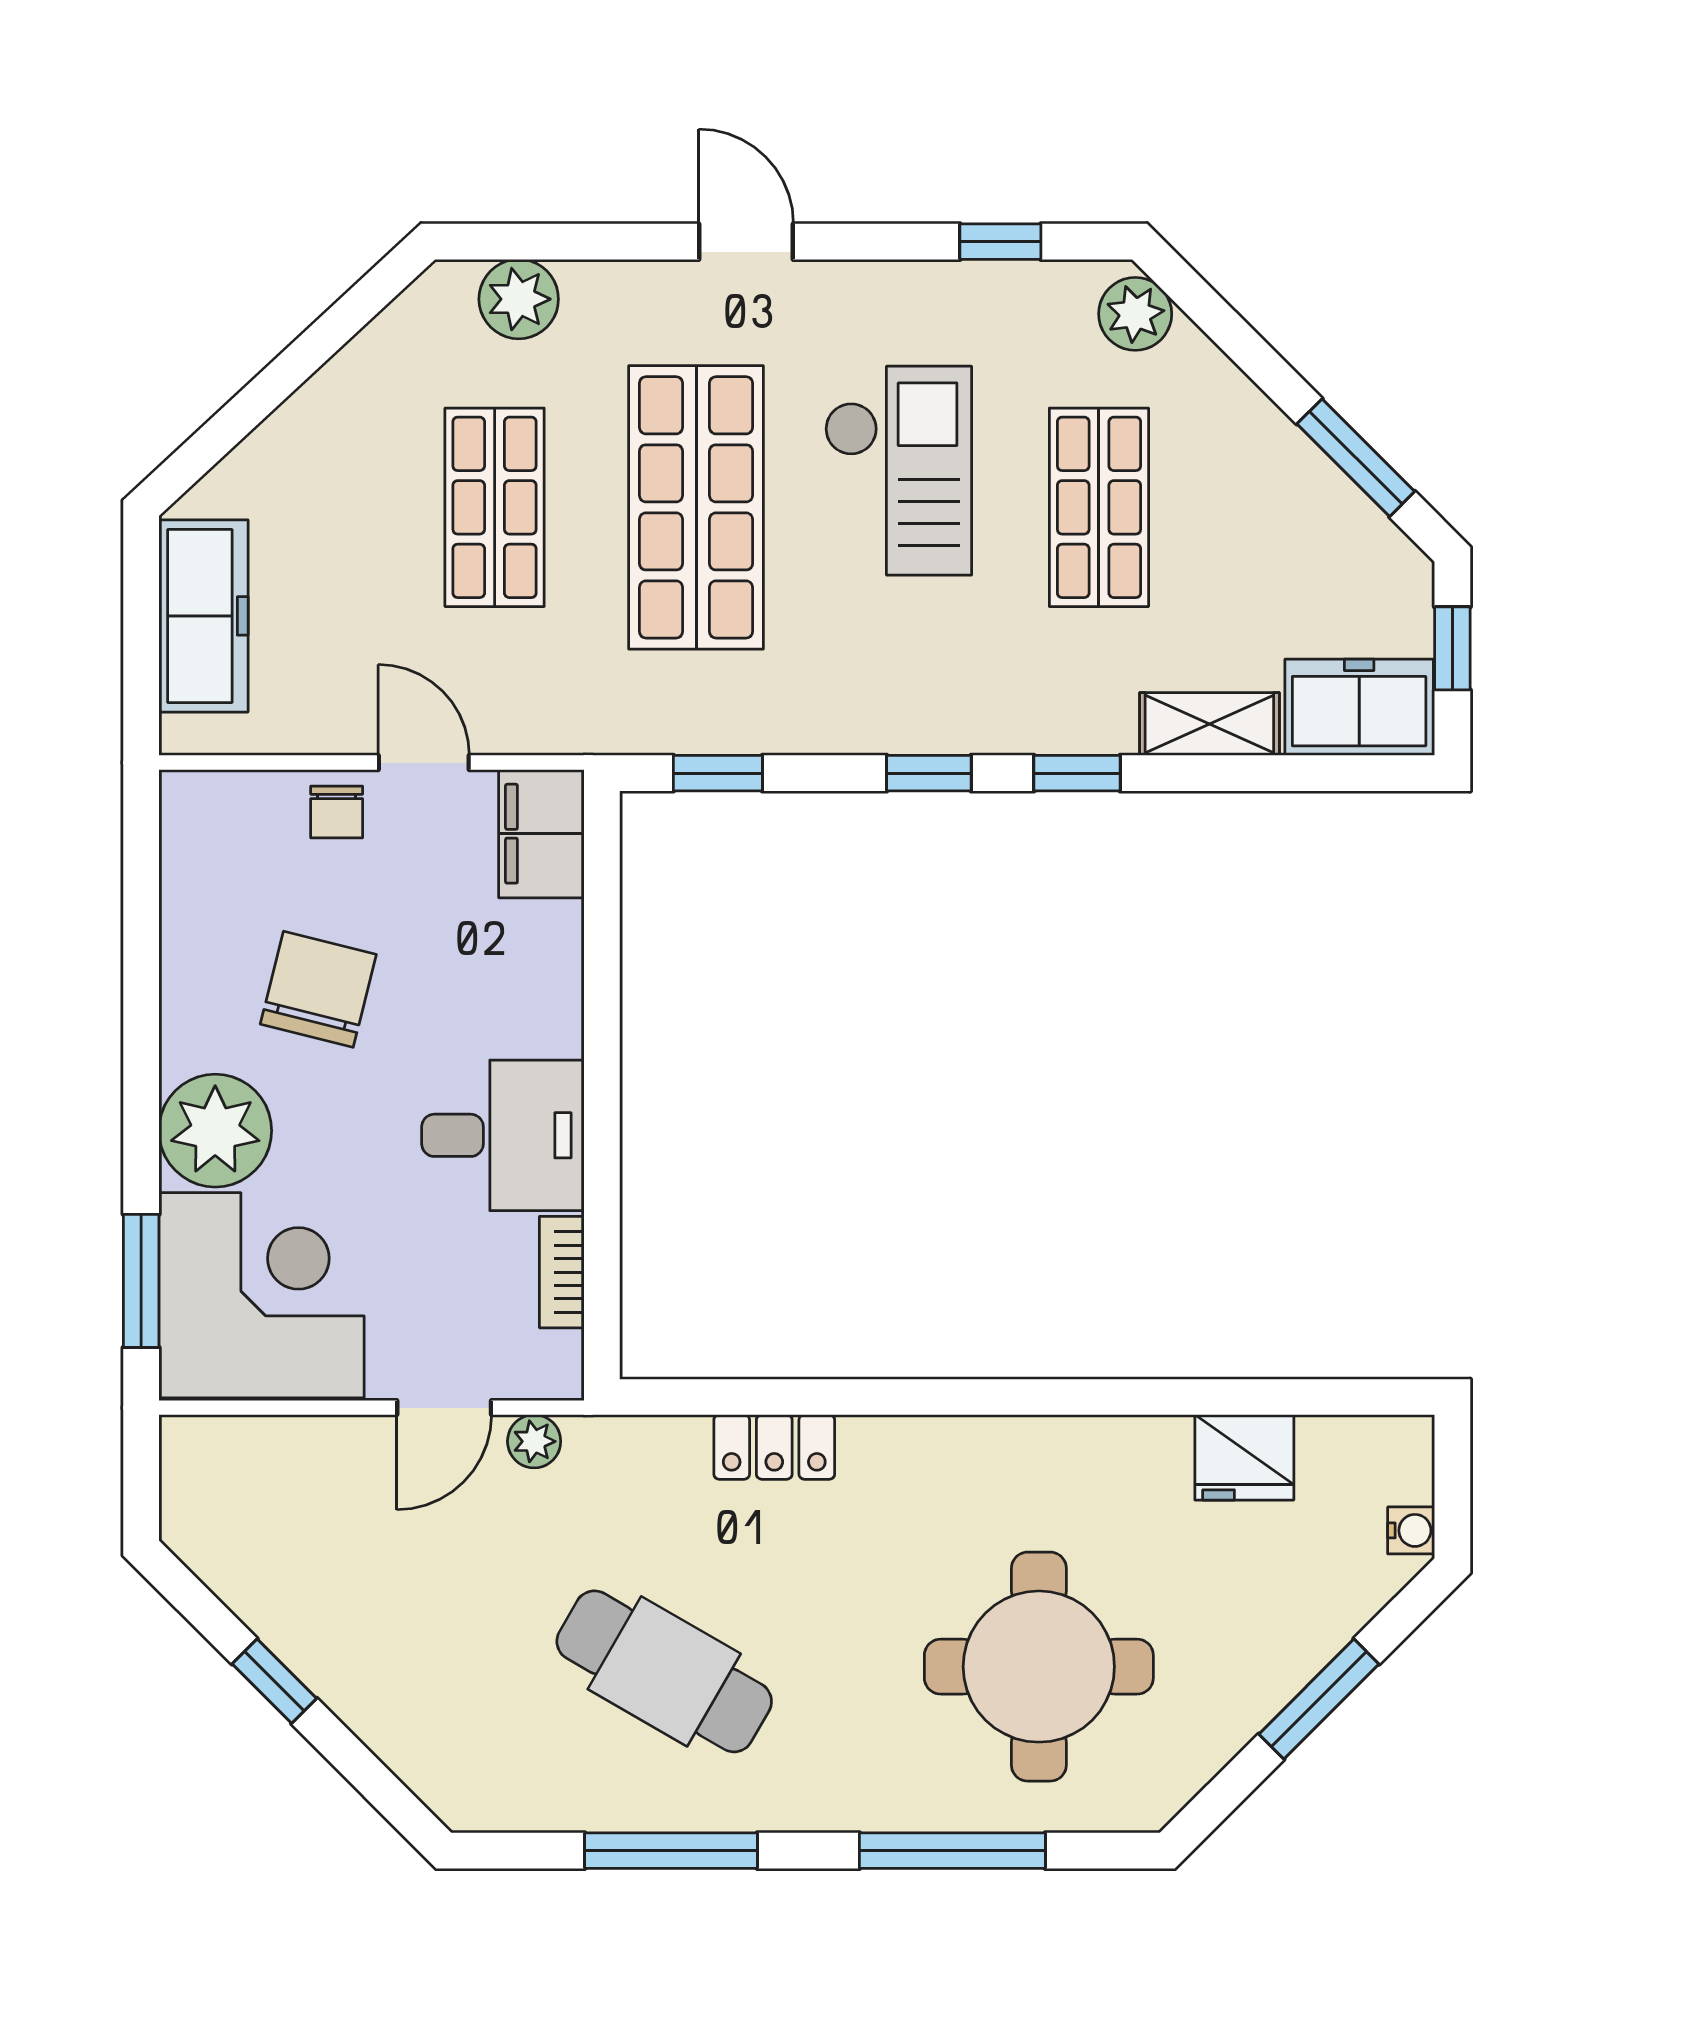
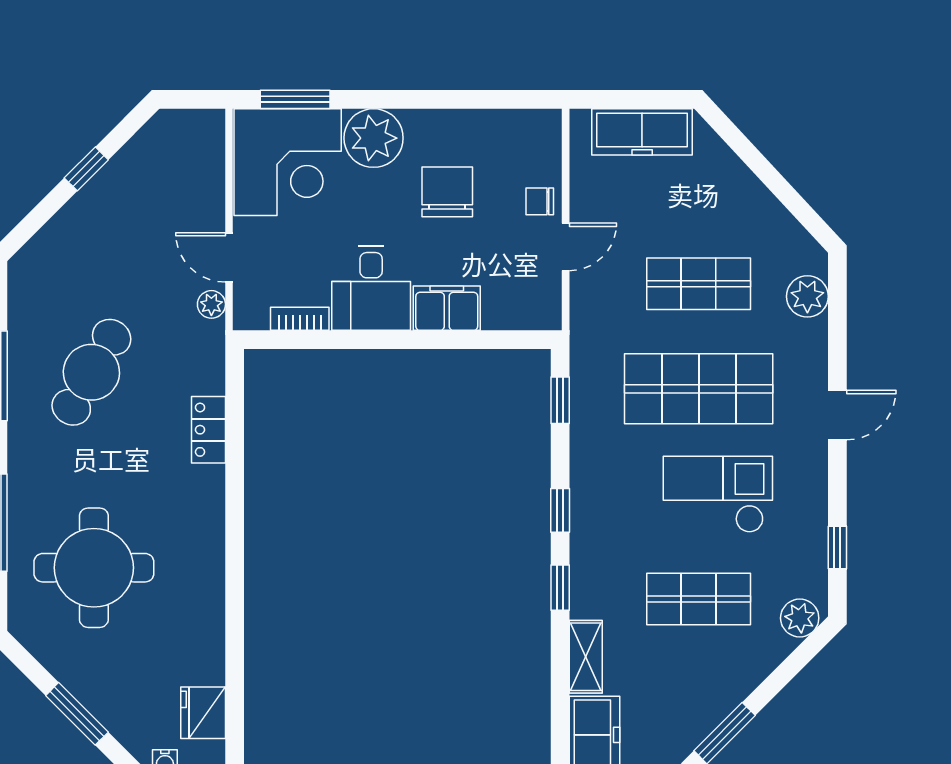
checkout: (898, 471) -> (718, 494), turned 180
filing cabinet: (541, 834) -> (447, 308), moved
chair: (318, 989) -> (447, 192), turned -104
fridge: (1244, 1457) -> (203, 713), moved

